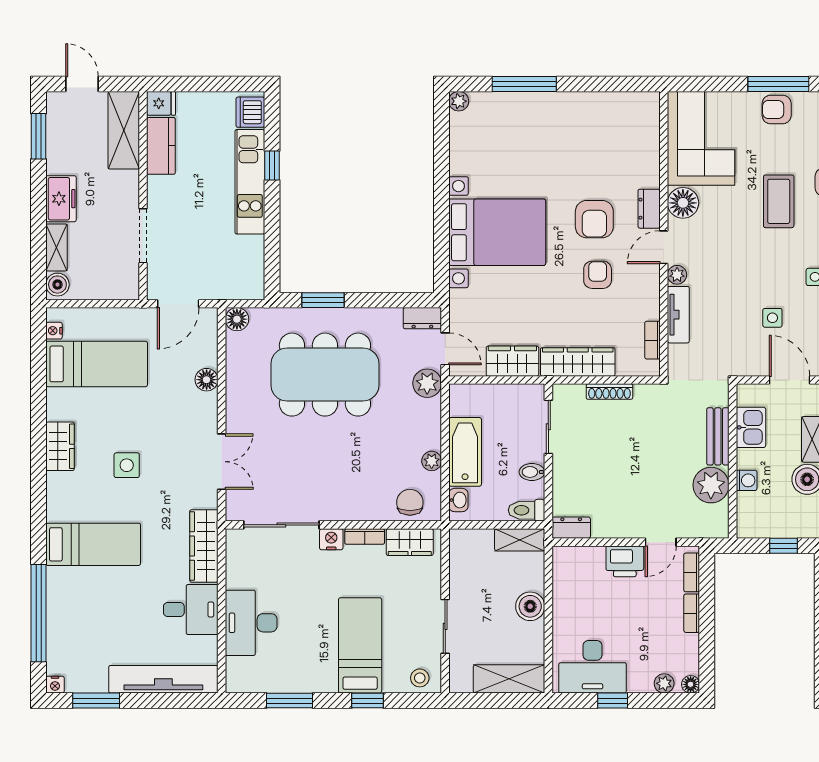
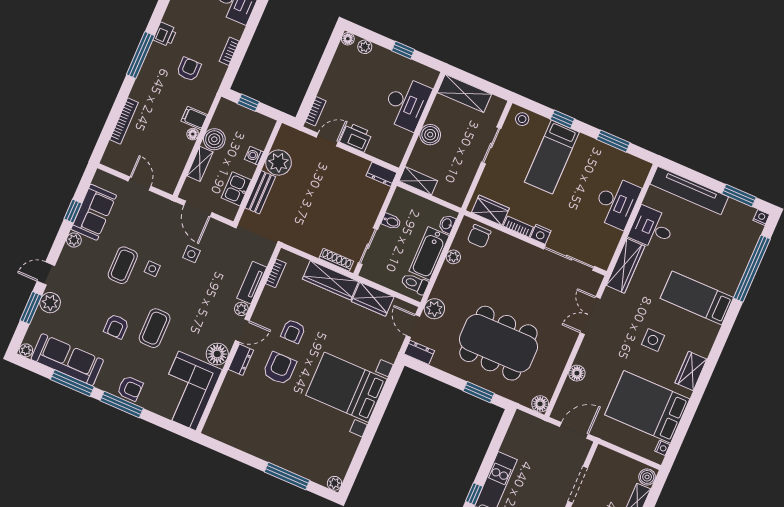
bed: (97, 364) -> (647, 407), width x1.50
shoe rack: (609, 392) -> (336, 260), moved
toilet: (527, 510) -> (415, 284), moved, turned 180
bookcase: (692, 613) -> (327, 85), removed
desk: (593, 667) -> (406, 103), moved, turned 90

